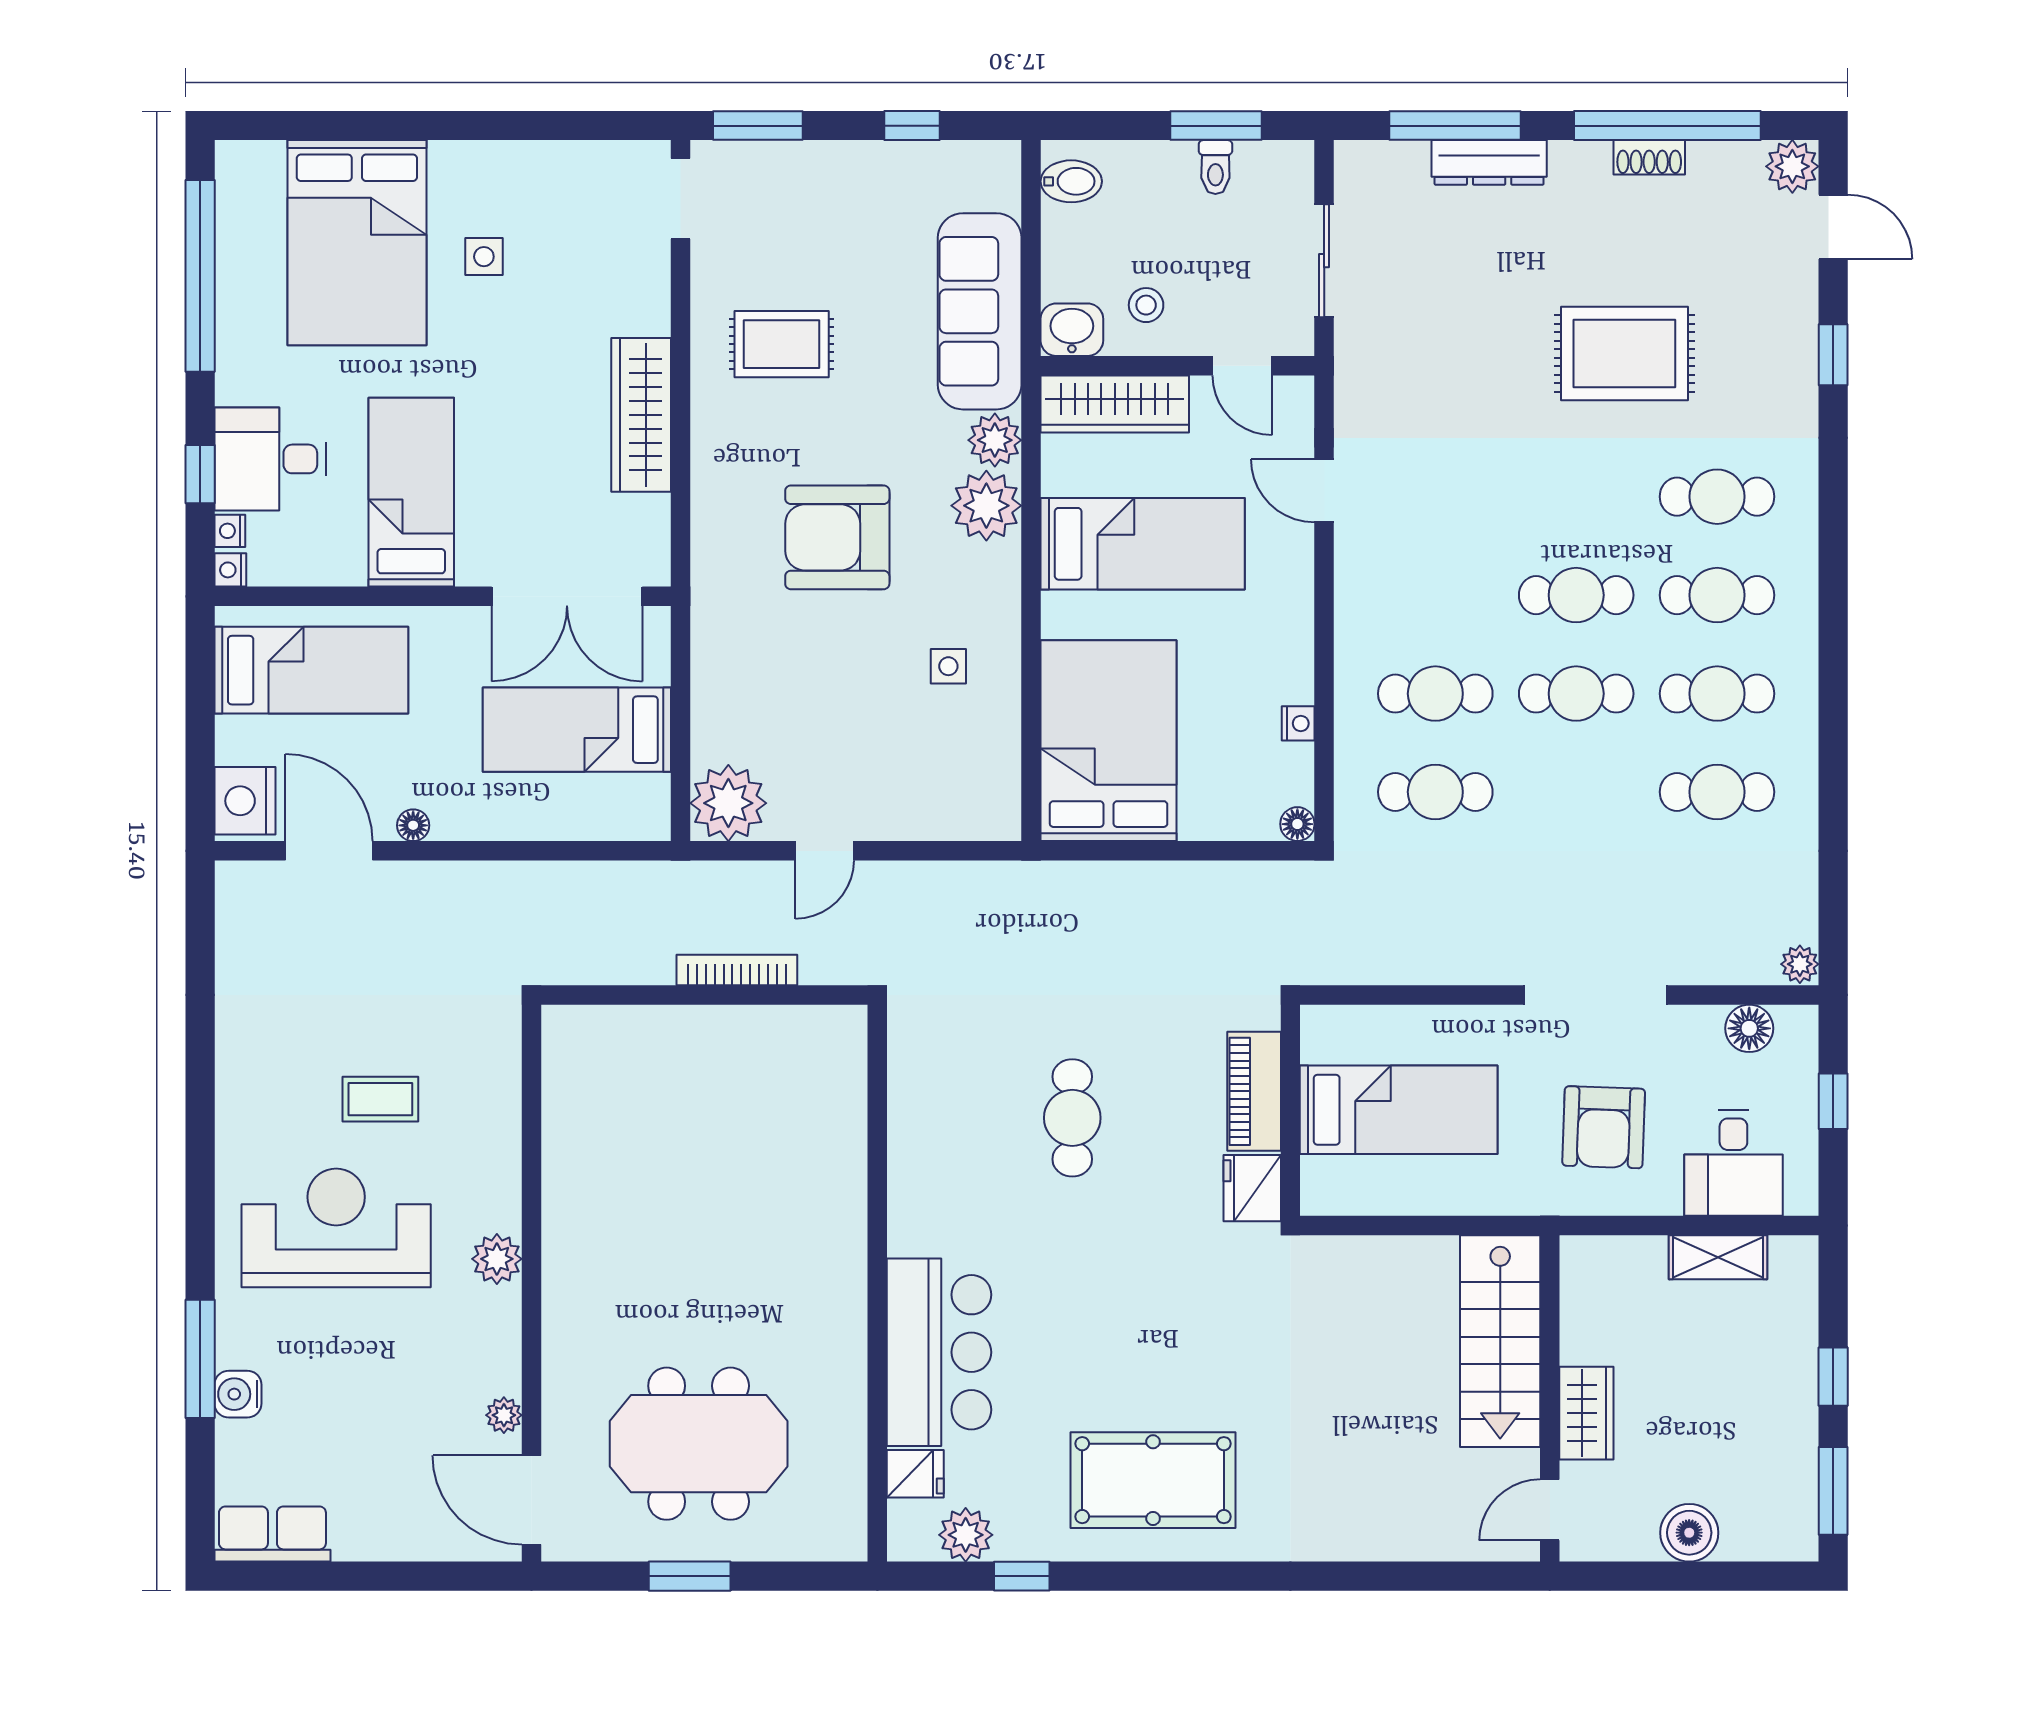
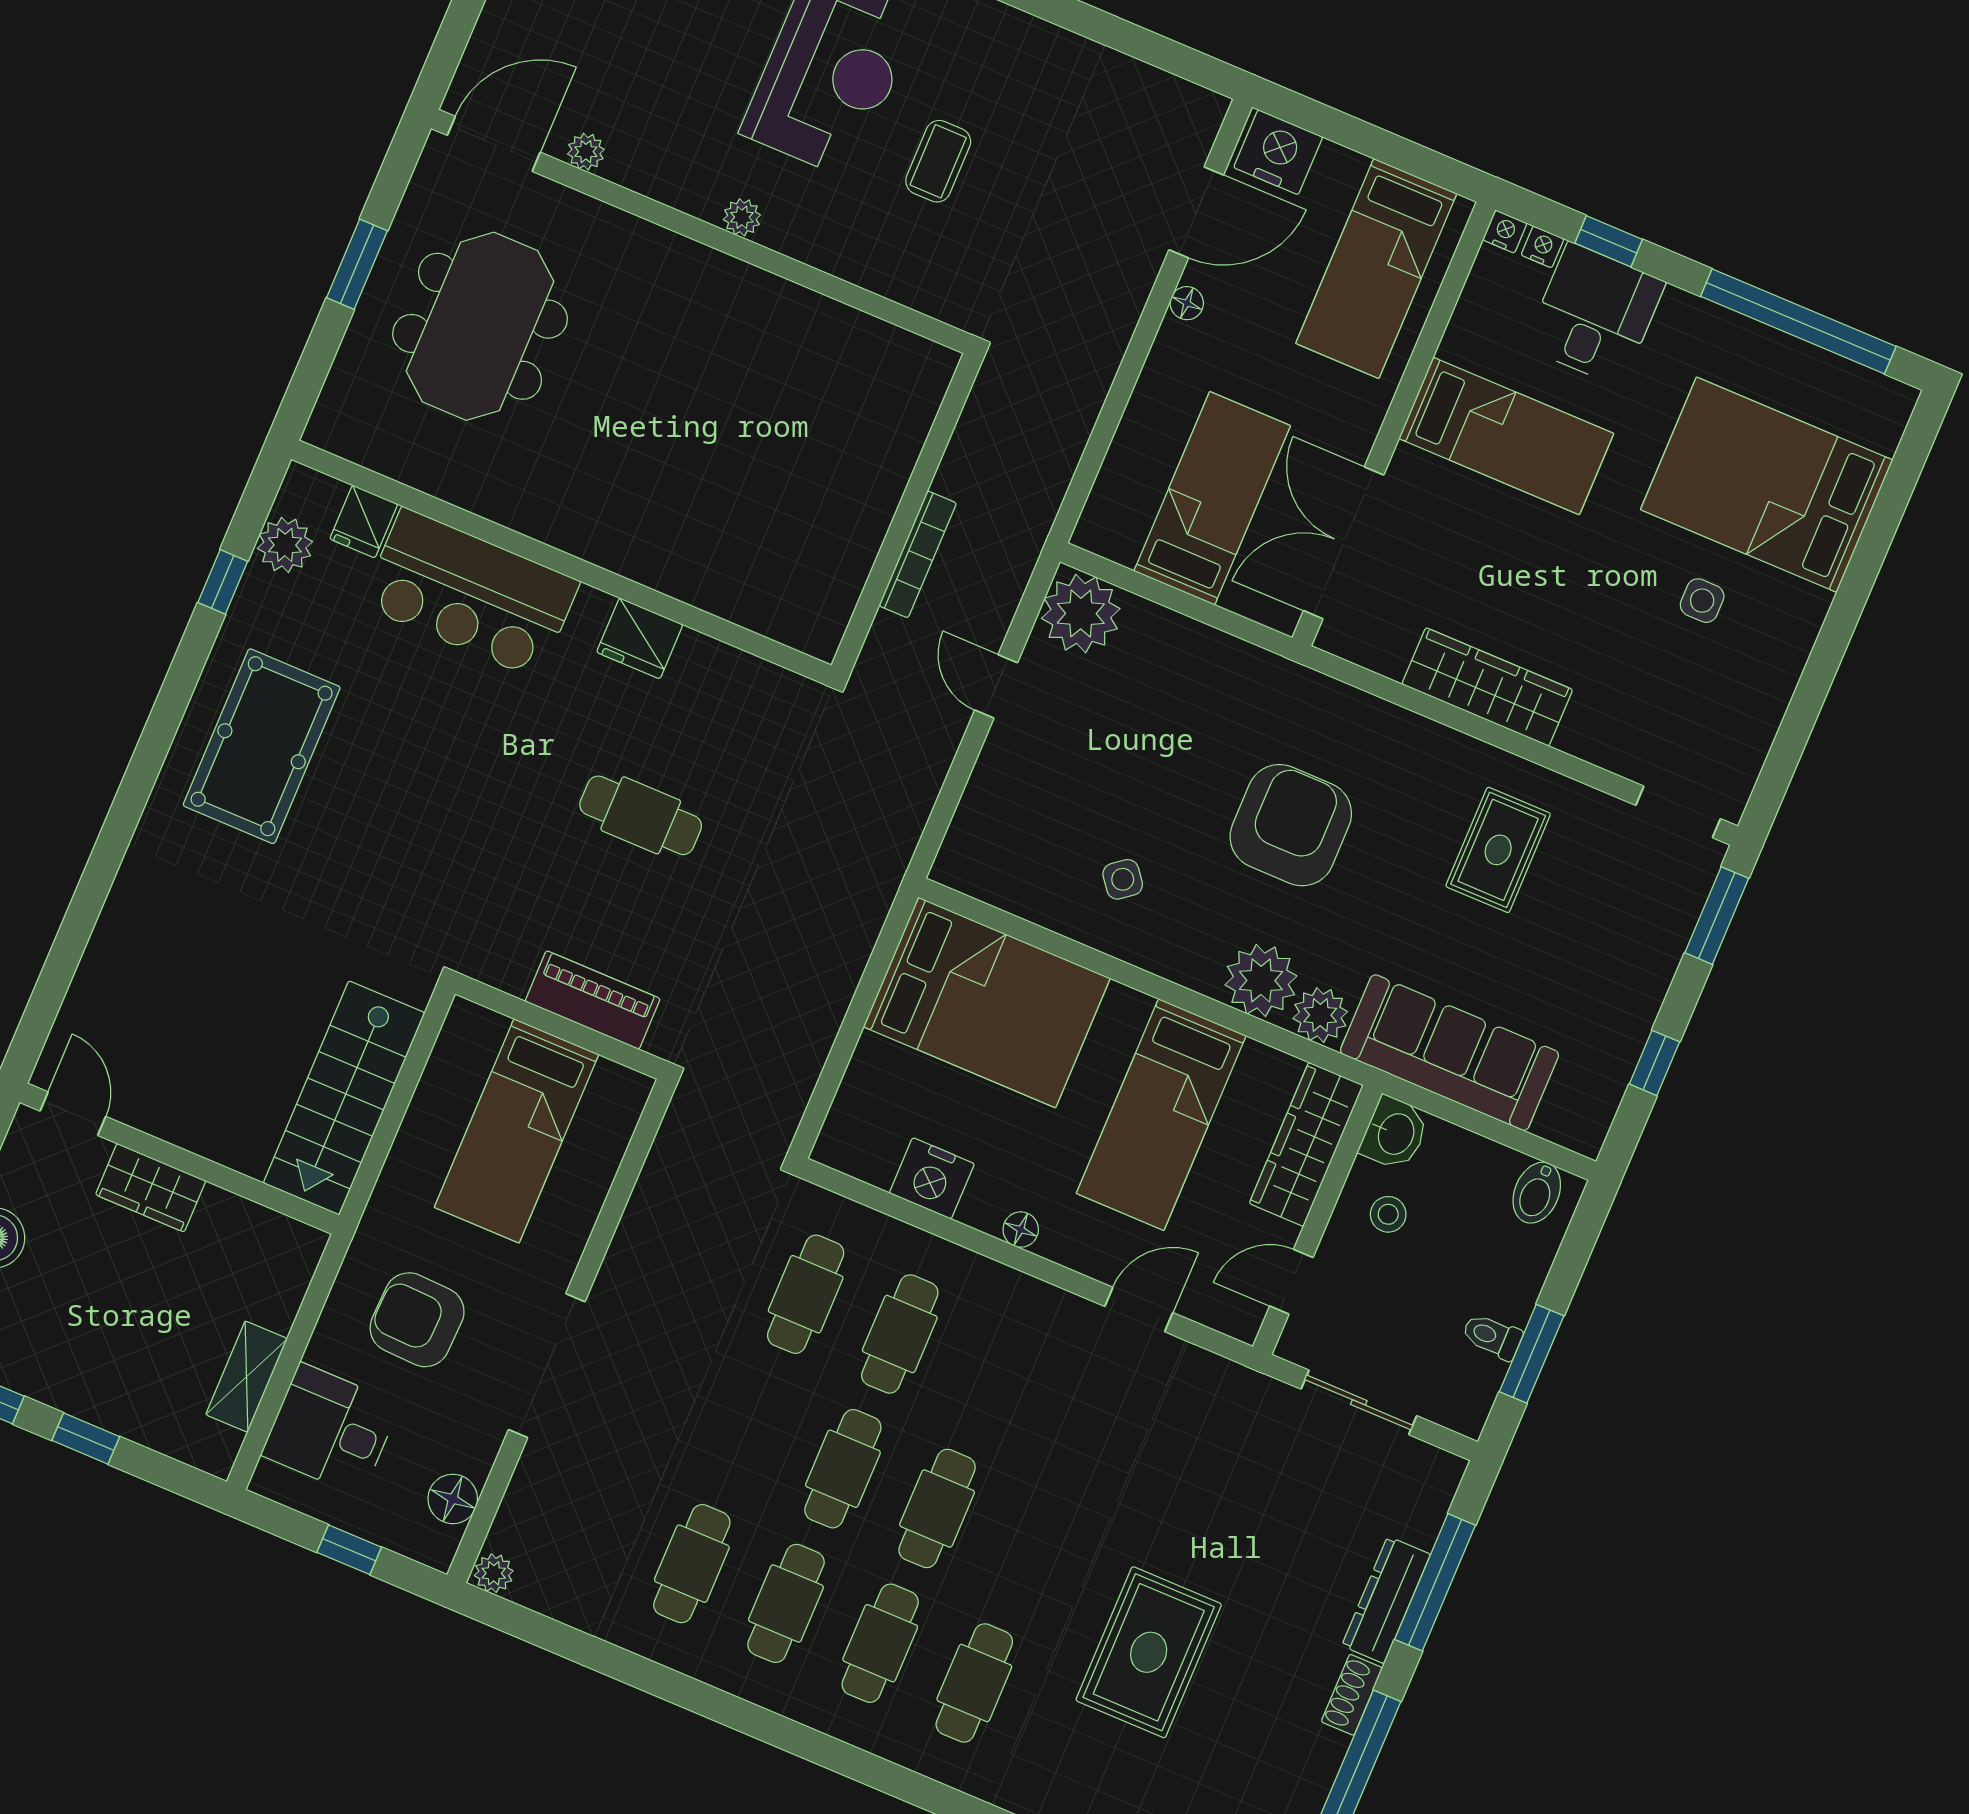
shoe rack: (1649, 157) -> (1352, 1695), moved
side table: (948, 666) -> (1123, 879), turned -38
nightstand: (1298, 723) -> (932, 1178), width x1.89, depth x1.79
floor lamp: (1297, 824) -> (1021, 1230), moved
fridge: (1252, 1188) -> (640, 638), moved, turned 180
plant: (497, 1259) -> (742, 217), width x0.73, depth x0.73
stairs: (1500, 1341) -> (344, 1098), moved, turned -90

